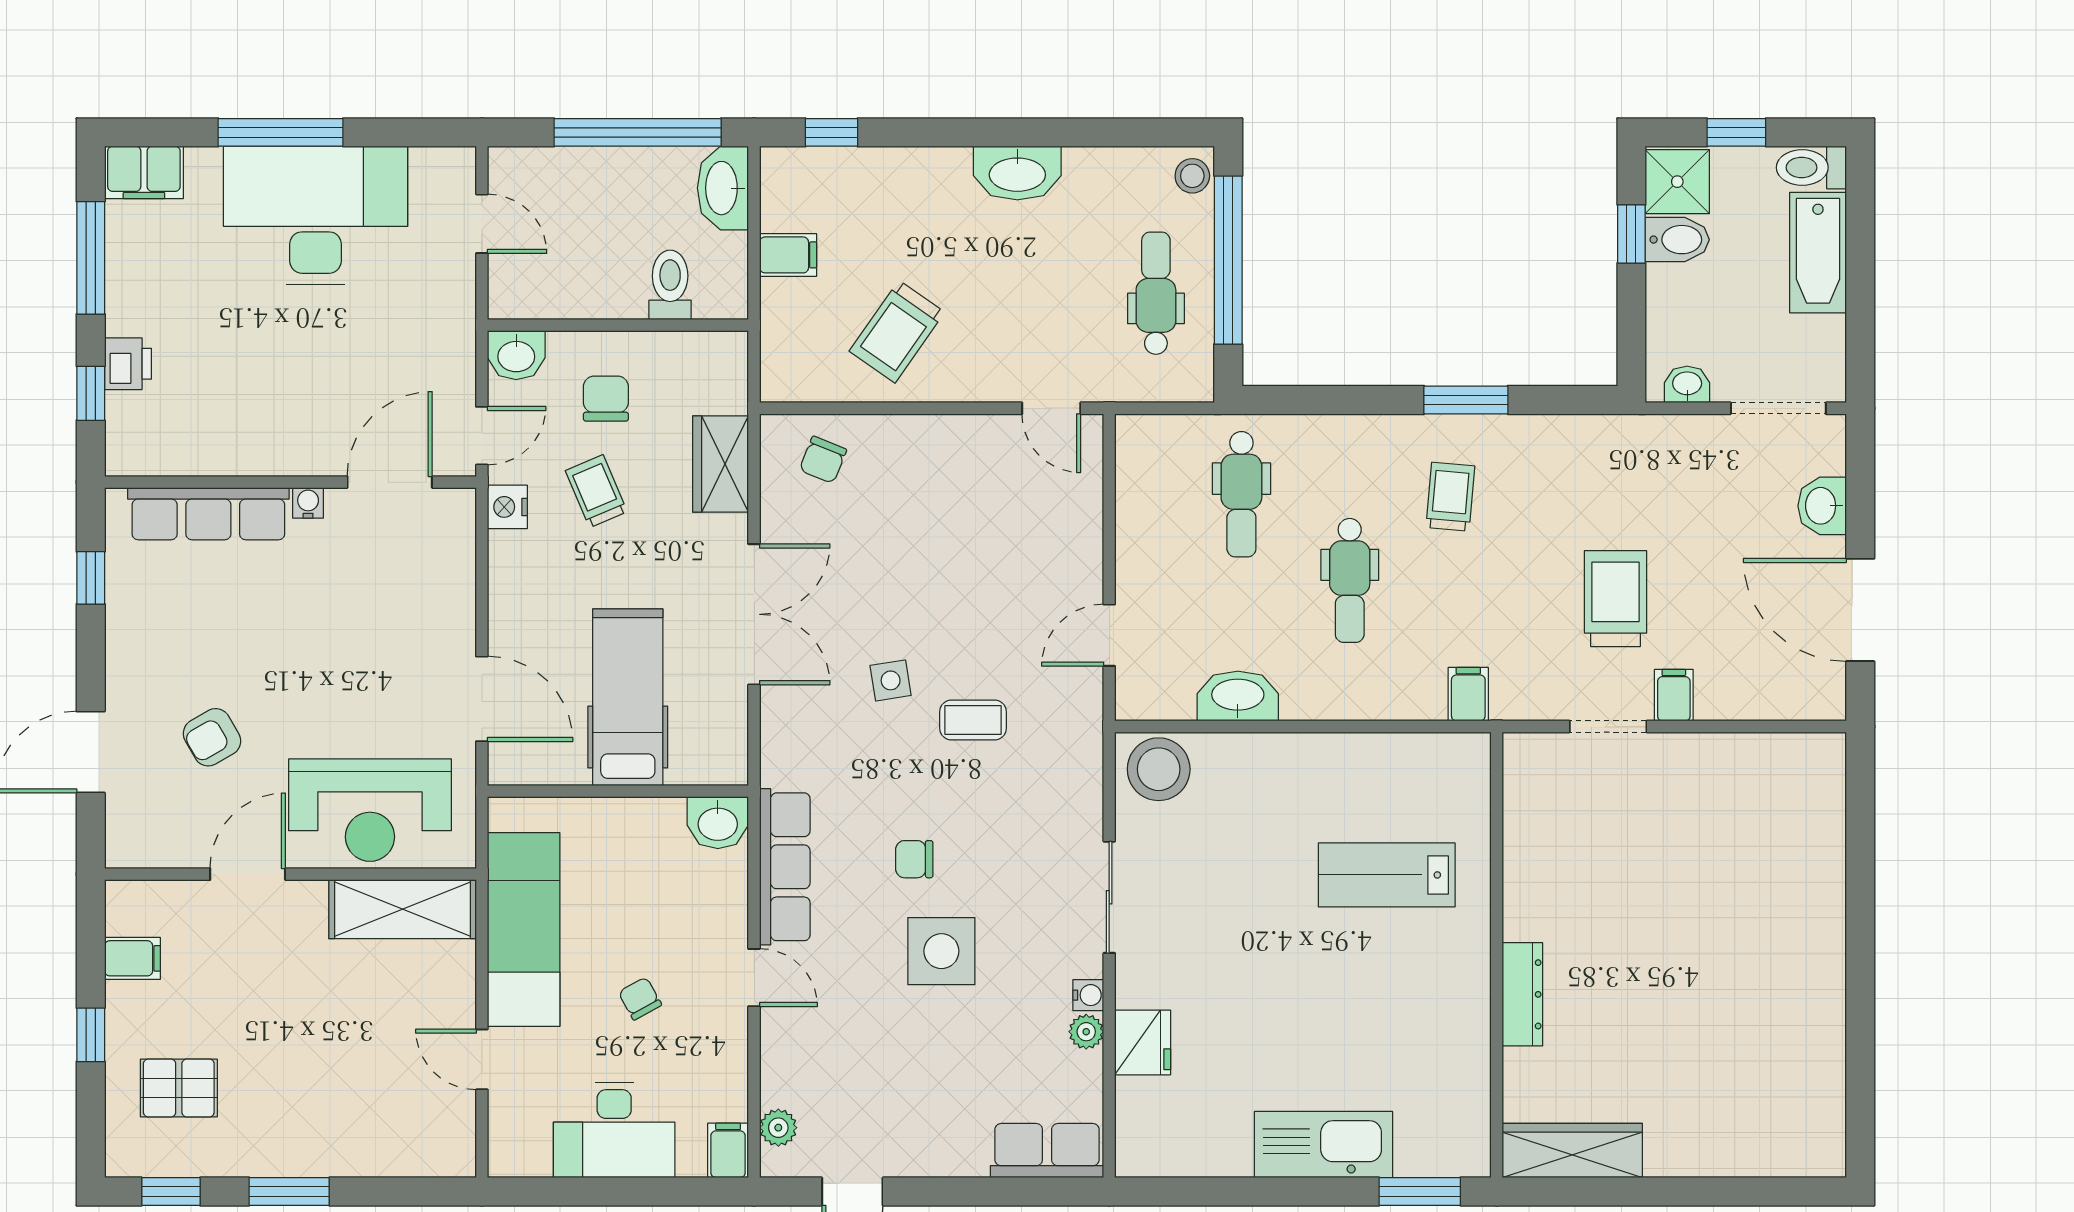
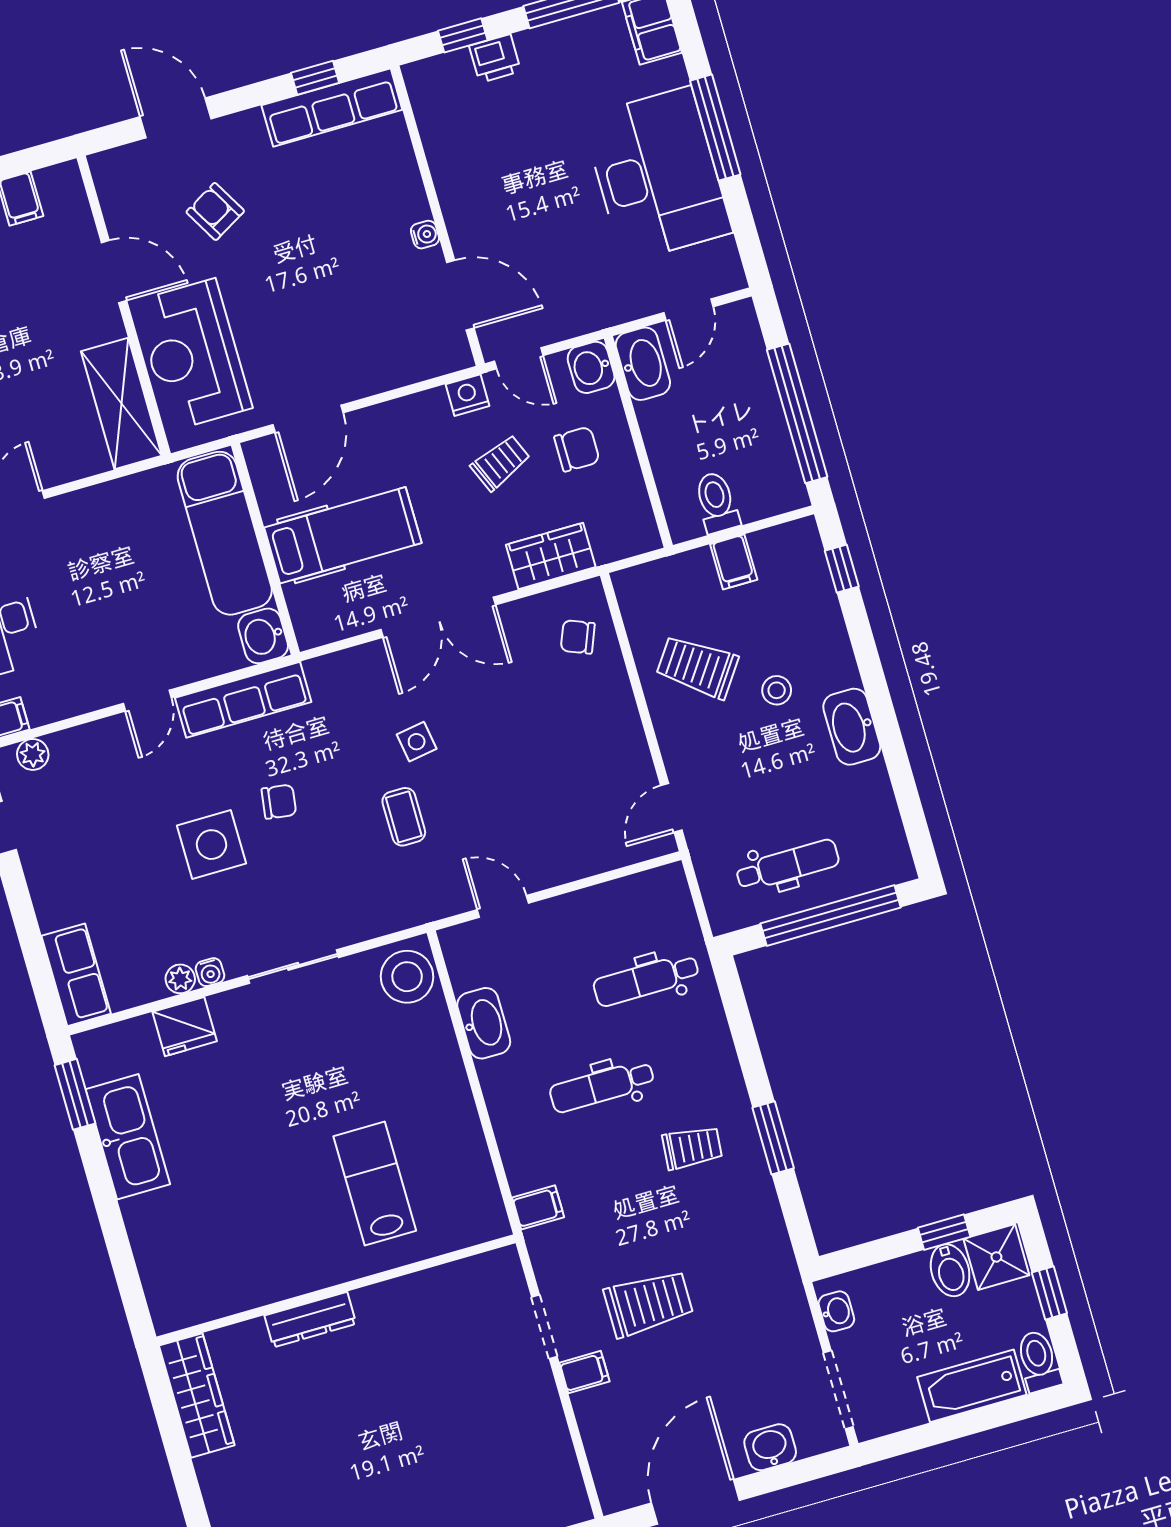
stool: (1192, 176) -> (777, 690), moved
washbasin: (723, 188) -> (643, 364), moved, turned 90
toilet: (670, 285) -> (717, 502), moved, turned -90
row of seats: (208, 514) -> (332, 108), moved, turned -90
chair: (914, 859) -> (279, 802), turned 98
exam couch: (524, 929) -> (225, 533), moved, turned 90
chair: (640, 999) -> (104, 614), removed
kitchen sink: (1323, 1144) -> (128, 1137), moved
window: (1420, 1191) -> (75, 1094), moved

